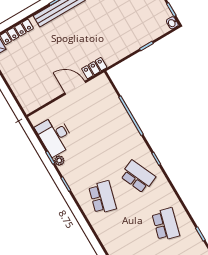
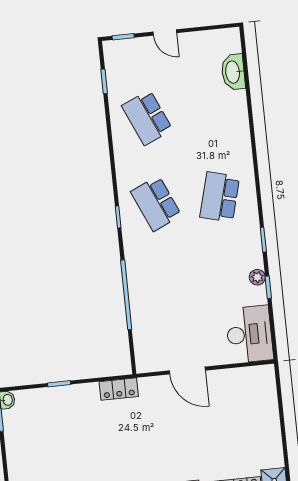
locker: (94, 68) -> (119, 389), moved
desk: (55, 136) -> (249, 334), moved
school desk: (166, 224) -> (147, 118), turned -39

